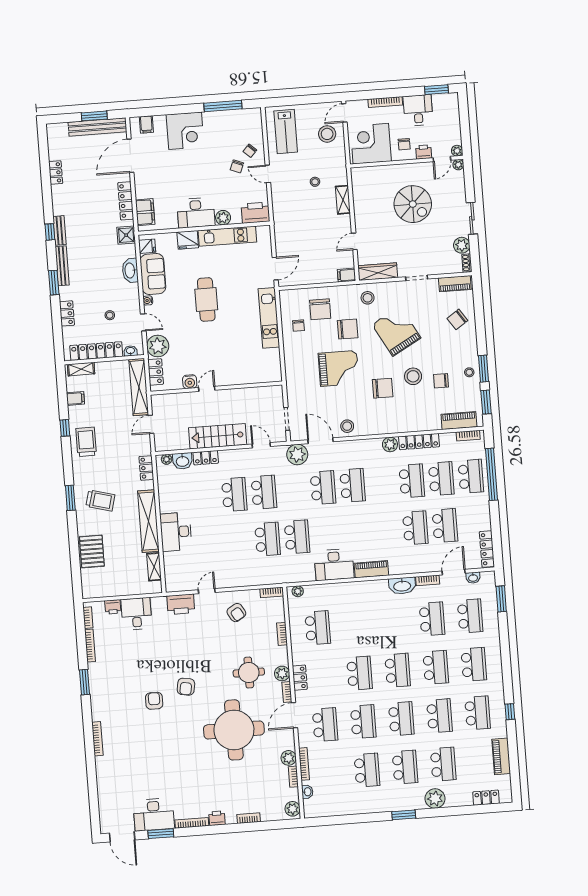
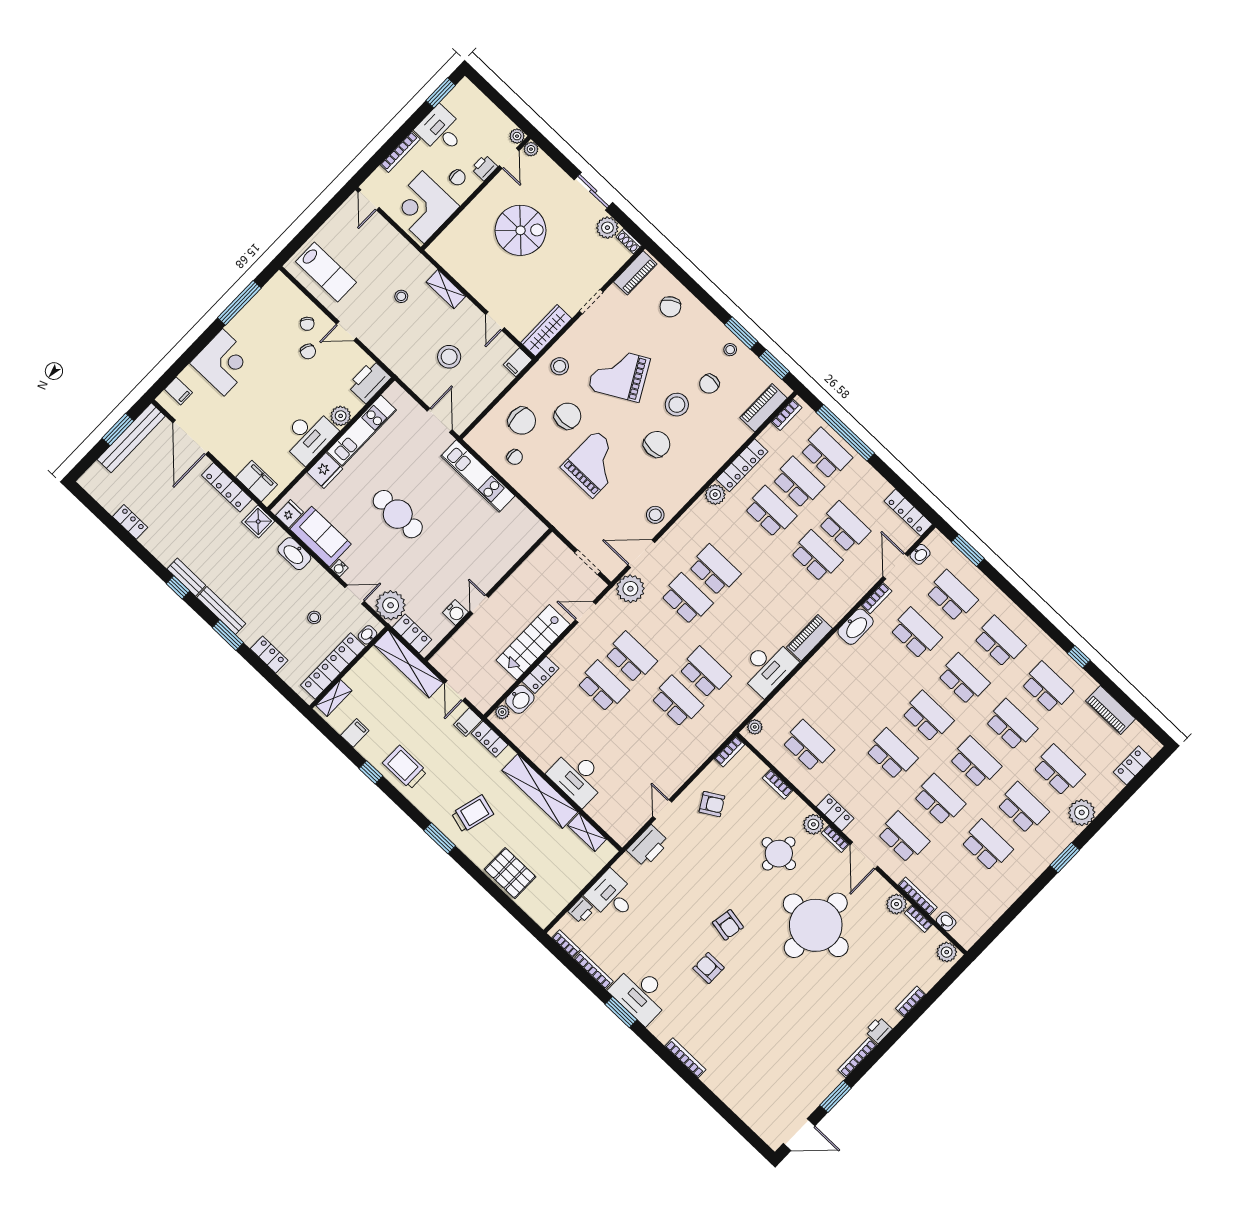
stool: (327, 134) -> (449, 357), moved
filing cabinet: (143, 448) -> (468, 722), added
desk: (154, 815) -> (641, 994), moved, turned 90

